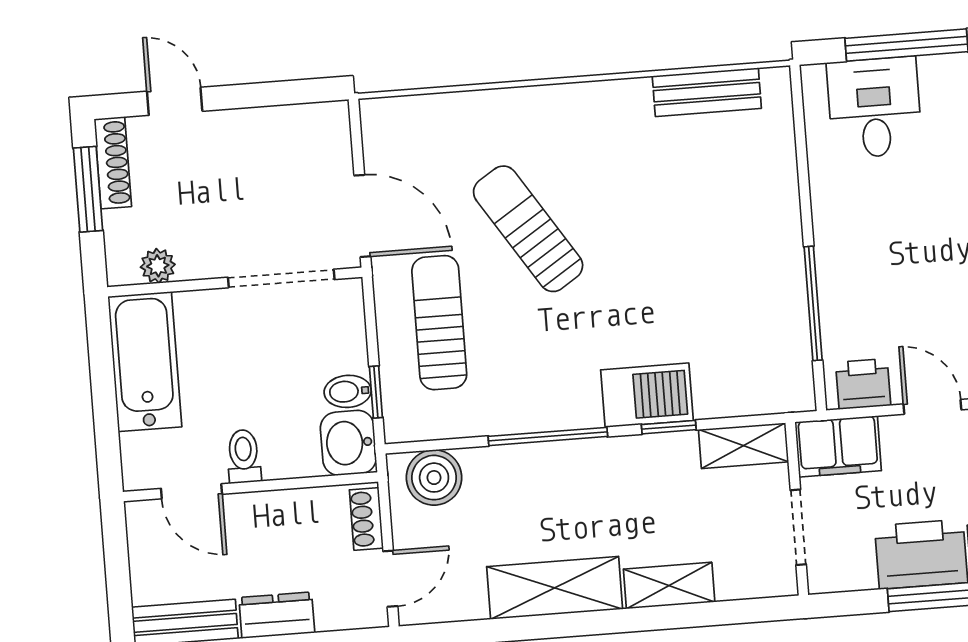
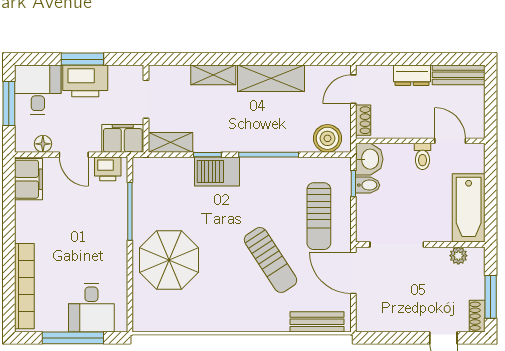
bench: (707, 92) -> (317, 322), moved
shoe rack: (113, 163) -> (477, 316), width x0.70
parasol: (728, 213) -> (169, 260), added

